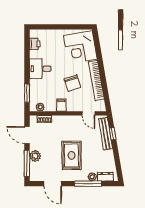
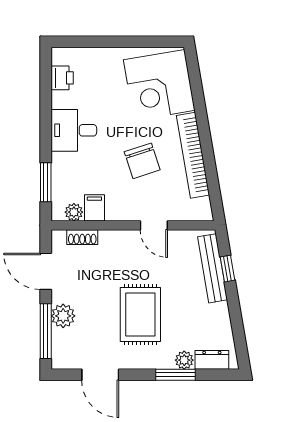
filing cabinet: (61, 105) -> (94, 208), moved
door: (88, 113) -> (154, 225), moved
window: (88, 184) -> (175, 375), width x0.69

